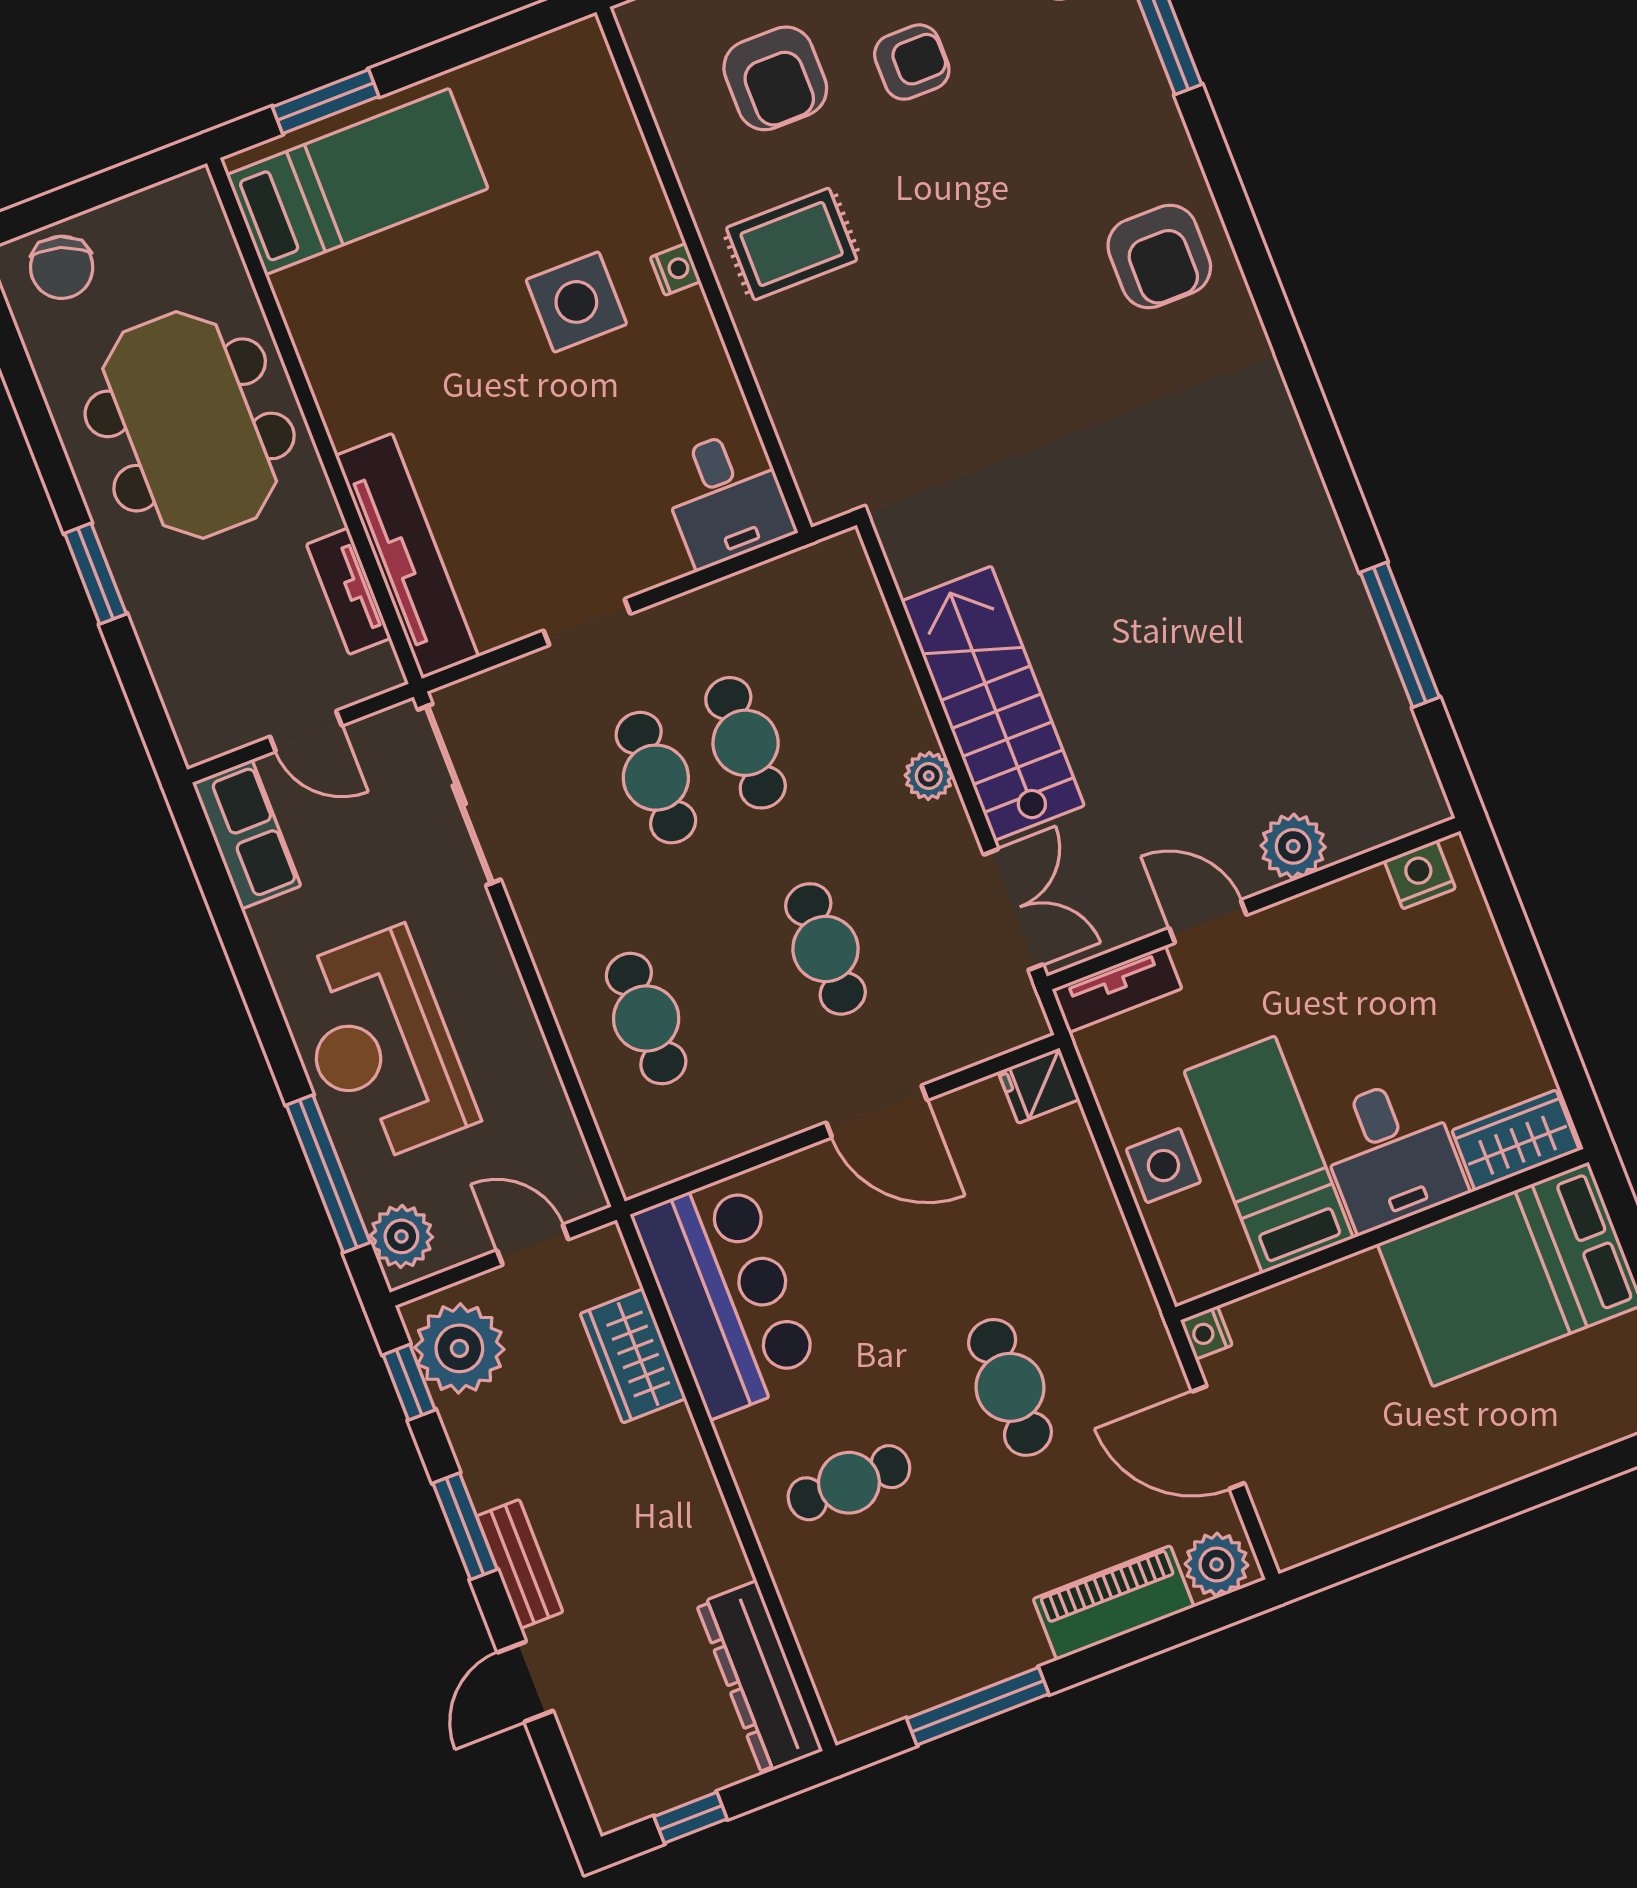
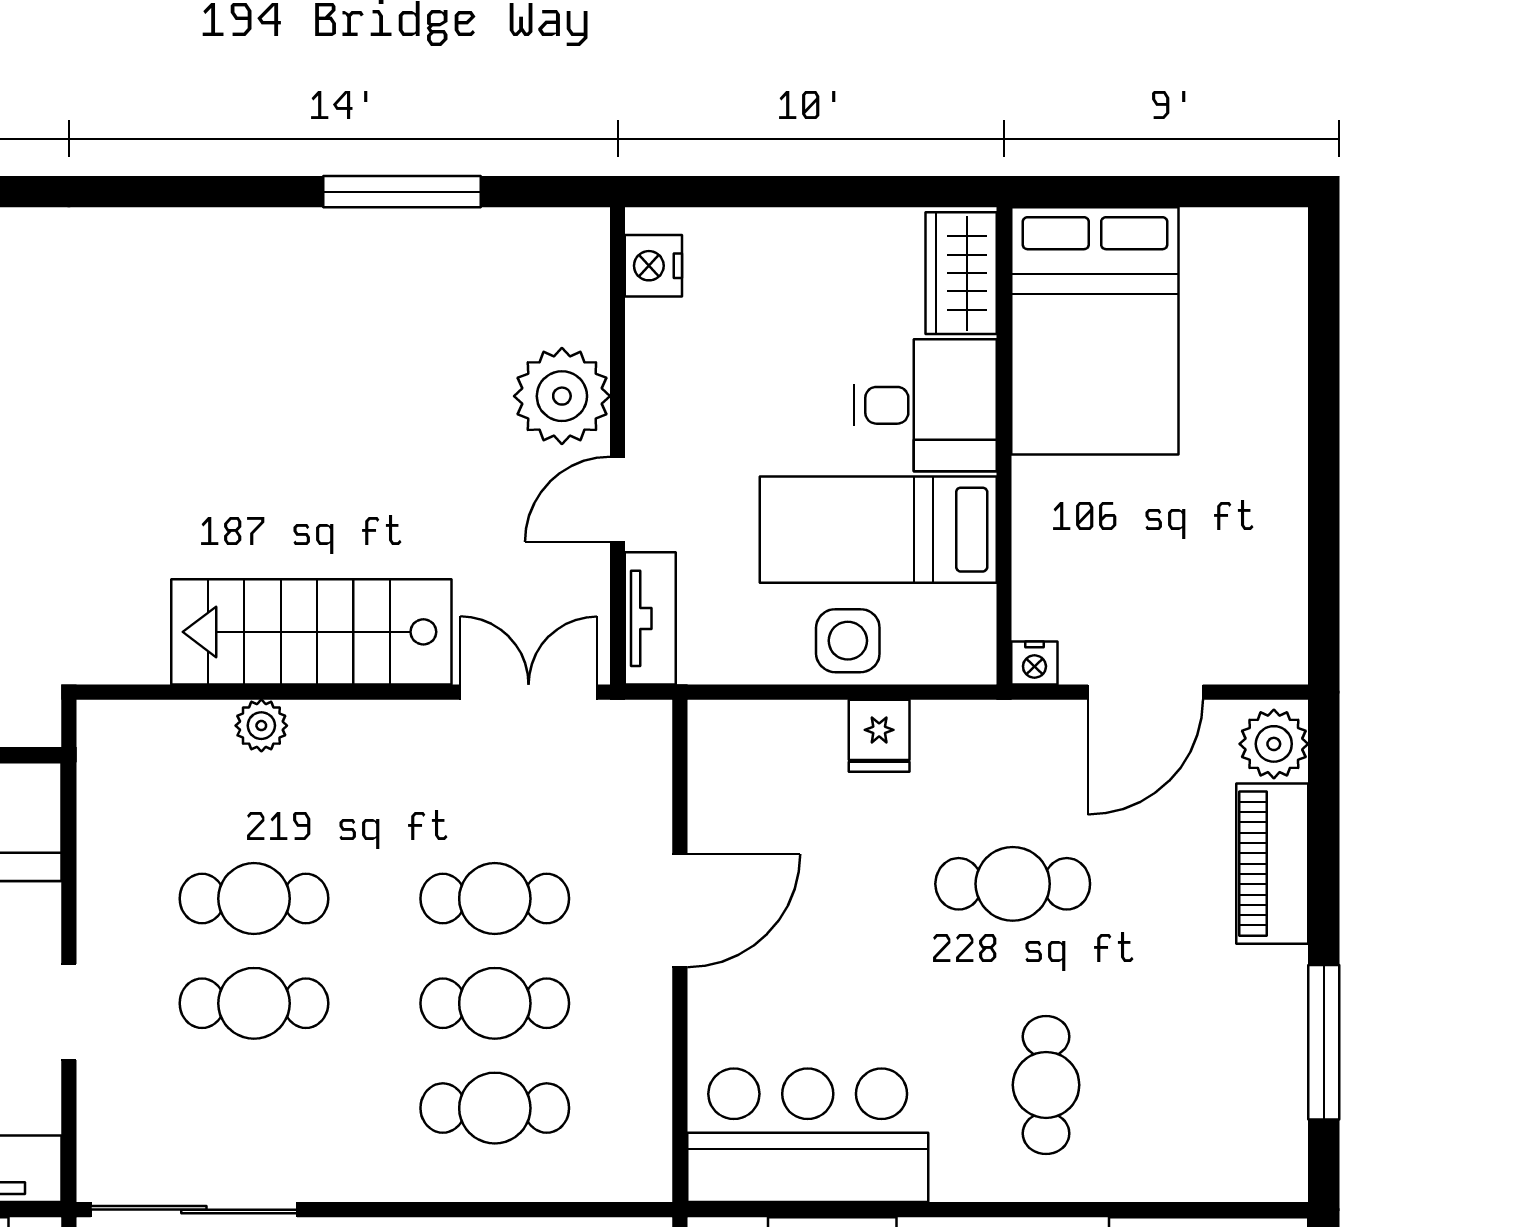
plant: (929, 776) -> (261, 726), moved
plant: (1293, 846) -> (562, 396), width x1.36, depth x1.36
cafe table: (736, 984) -> (495, 1003), added
fridge: (1039, 1086) -> (879, 736), moved

